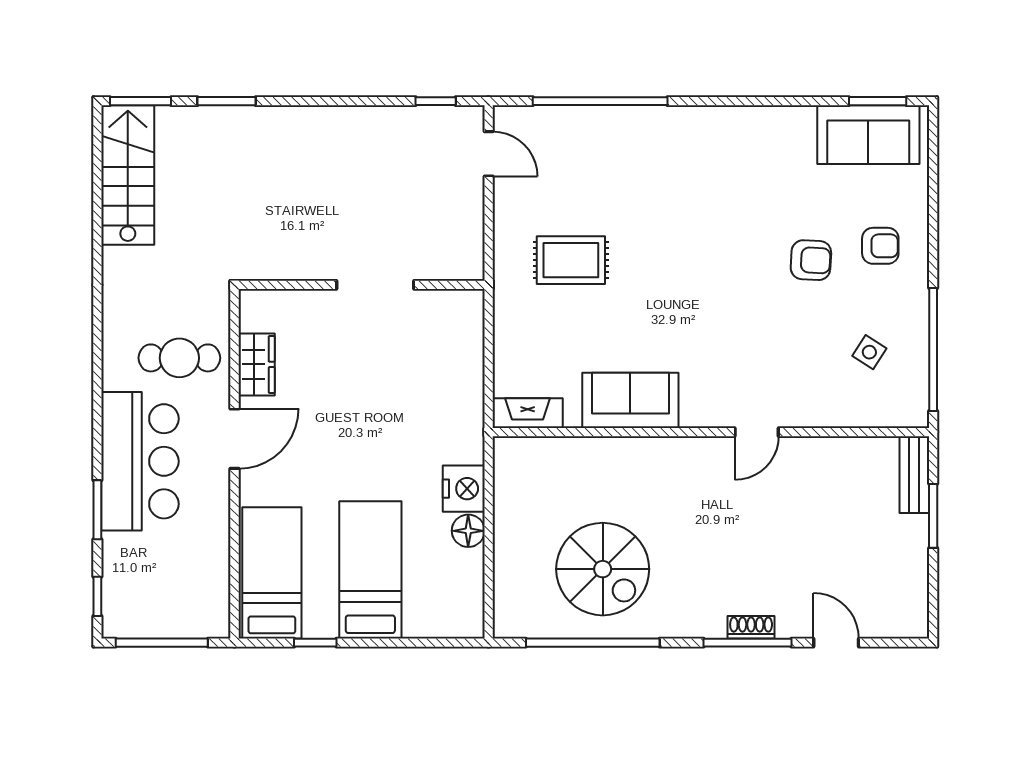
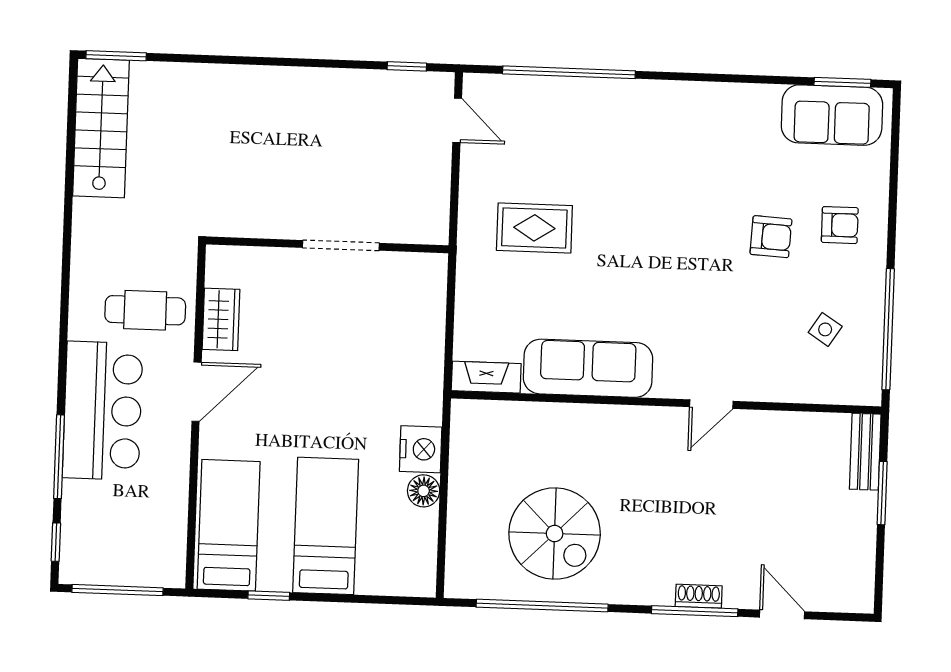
window: (227, 101) -> (201, 59), removed
sofa: (630, 400) -> (588, 368), width x1.36
window: (97, 510) -> (59, 457), width x1.44

